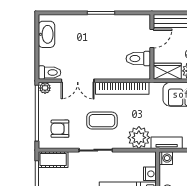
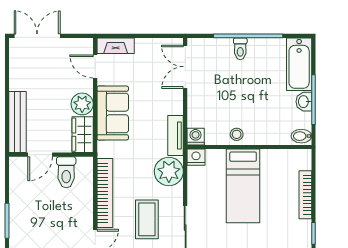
door: (152, 38) -> (40, 155), swing flipped
nightstand: (150, 174) -> (196, 157), moved

